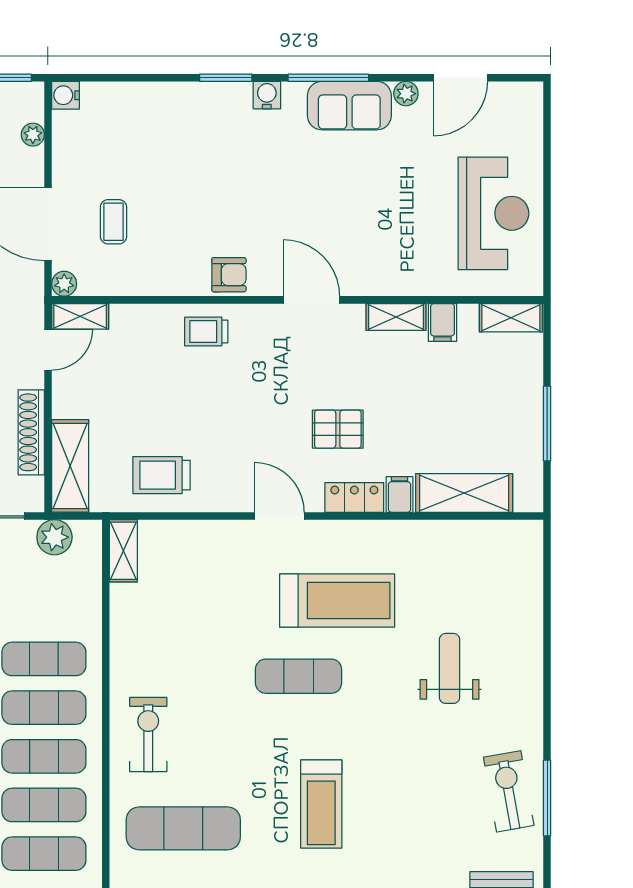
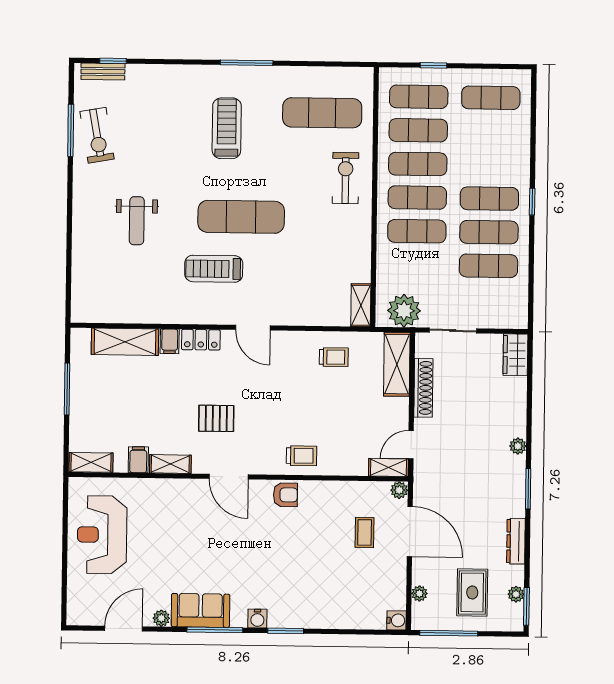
armchair: (229, 275) -> (285, 495), turned 180
pallet: (338, 429) -> (216, 418), moved
trolley: (162, 475) -> (334, 357), width x0.73, depth x0.72
plant: (54, 537) -> (404, 311), width x1.36, depth x1.36
treadmill: (337, 600) -> (214, 269), width x0.73, depth x0.73
exercise mat: (299, 676) -> (241, 217), width x1.36, depth x1.45
exercise bike: (148, 734) -> (346, 178), turned 180

